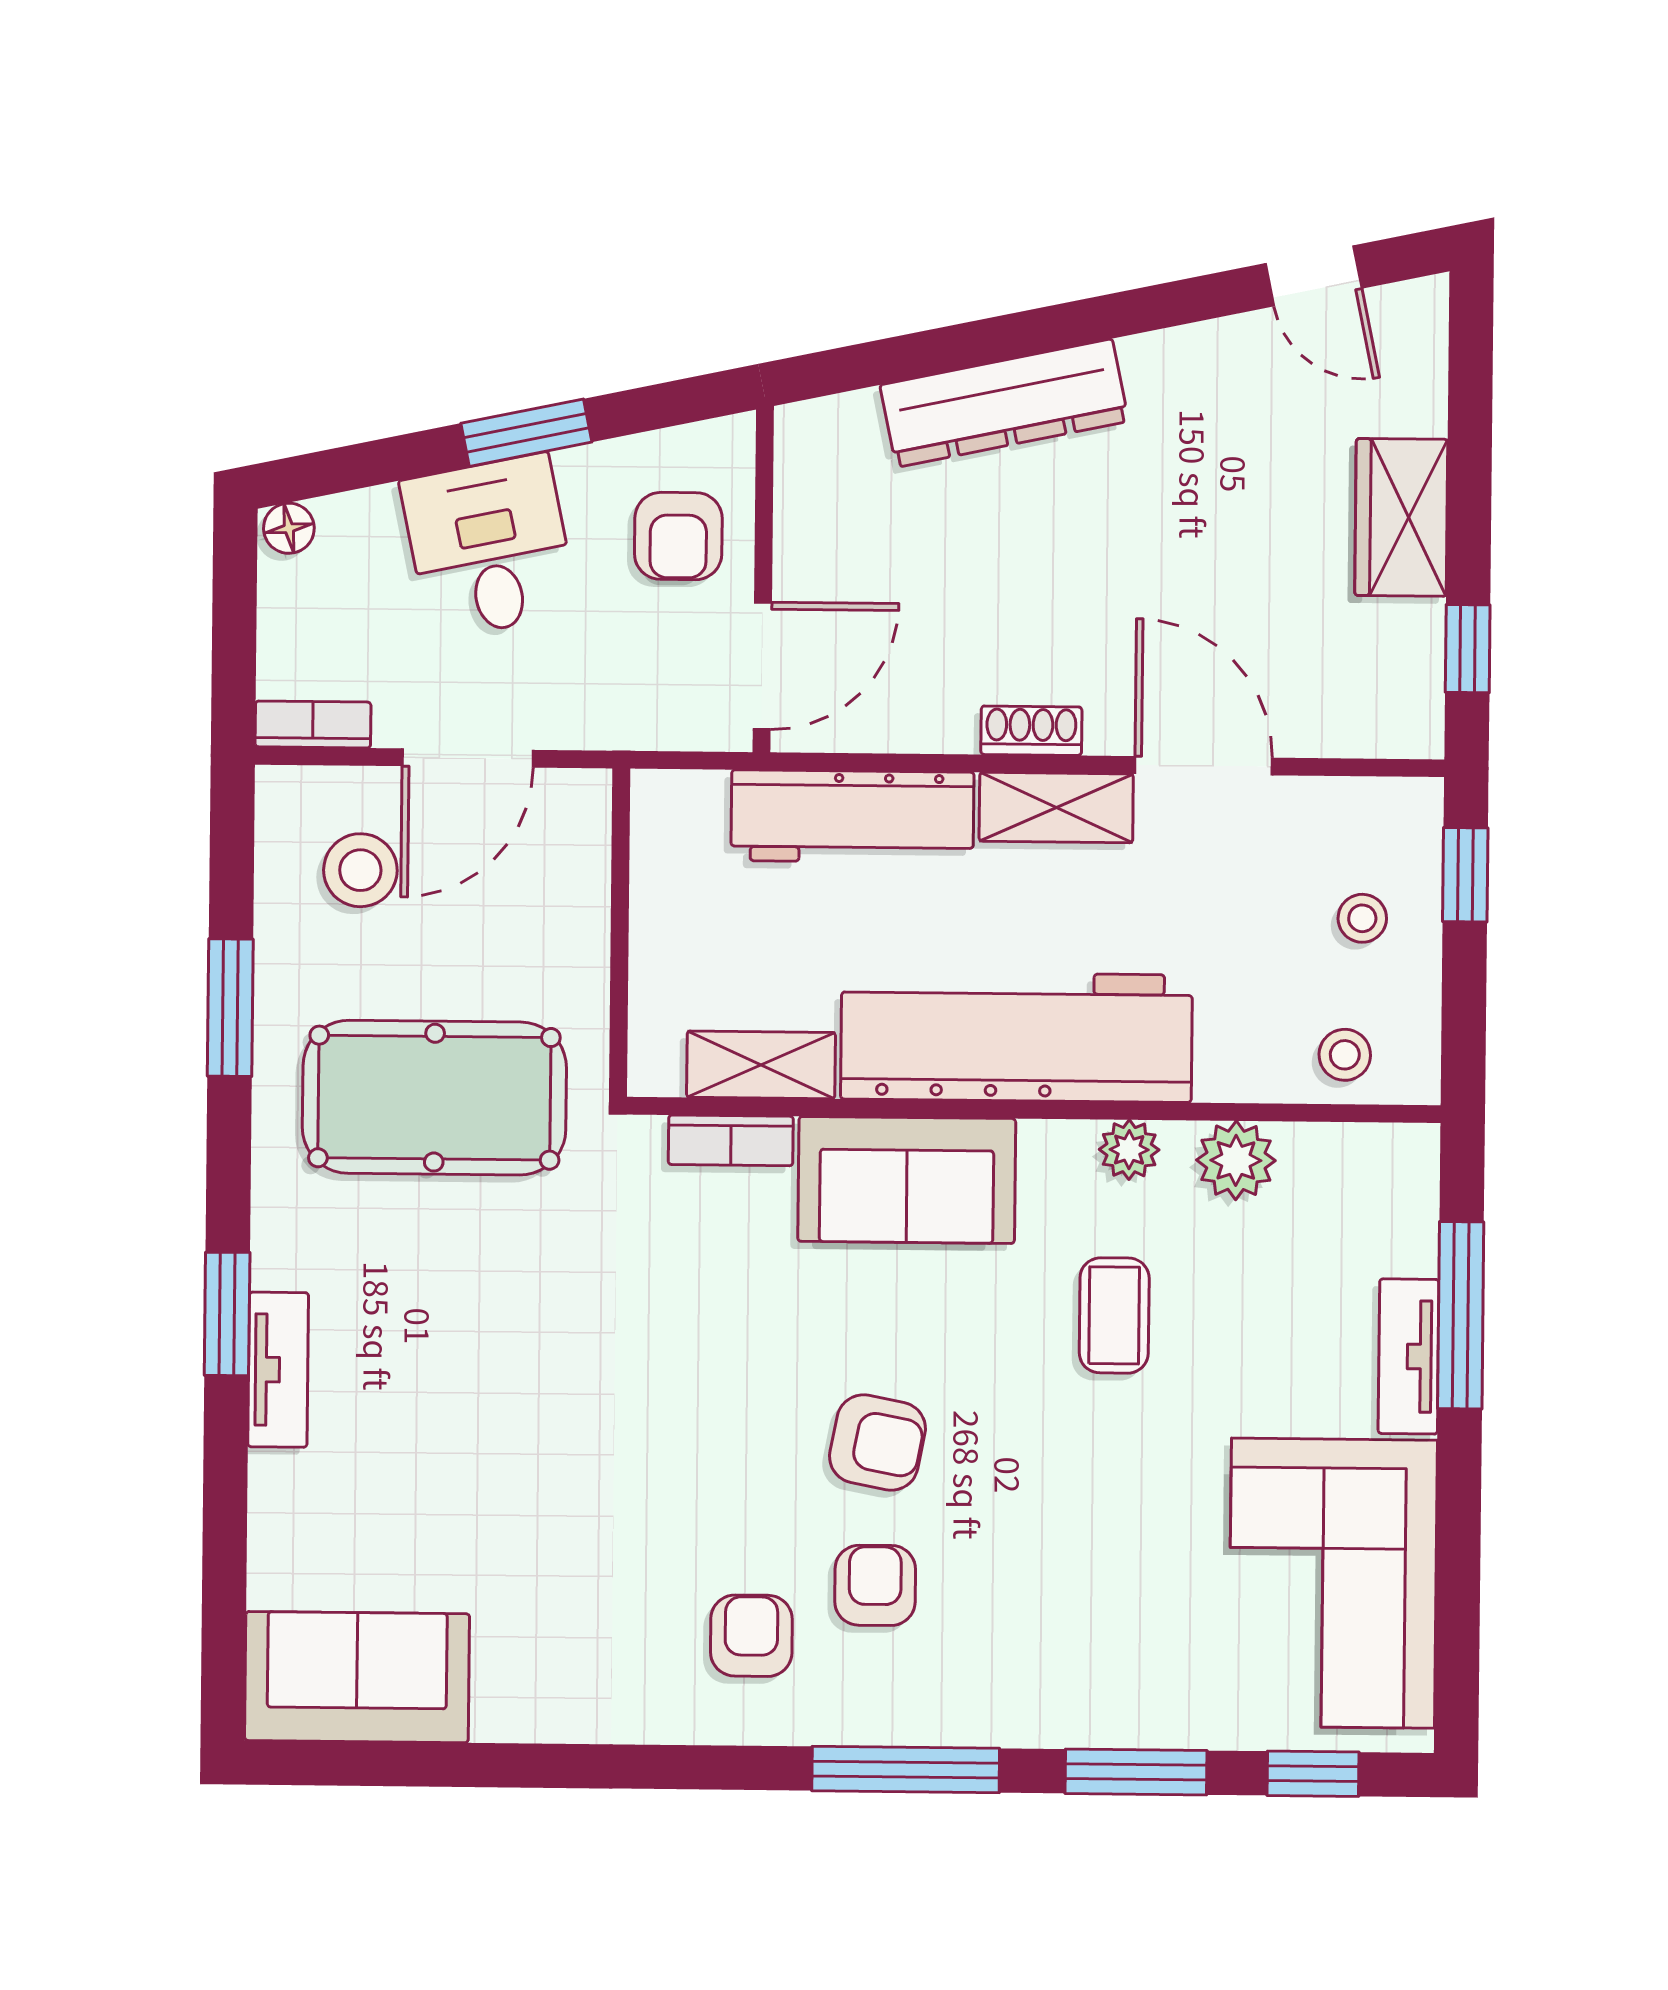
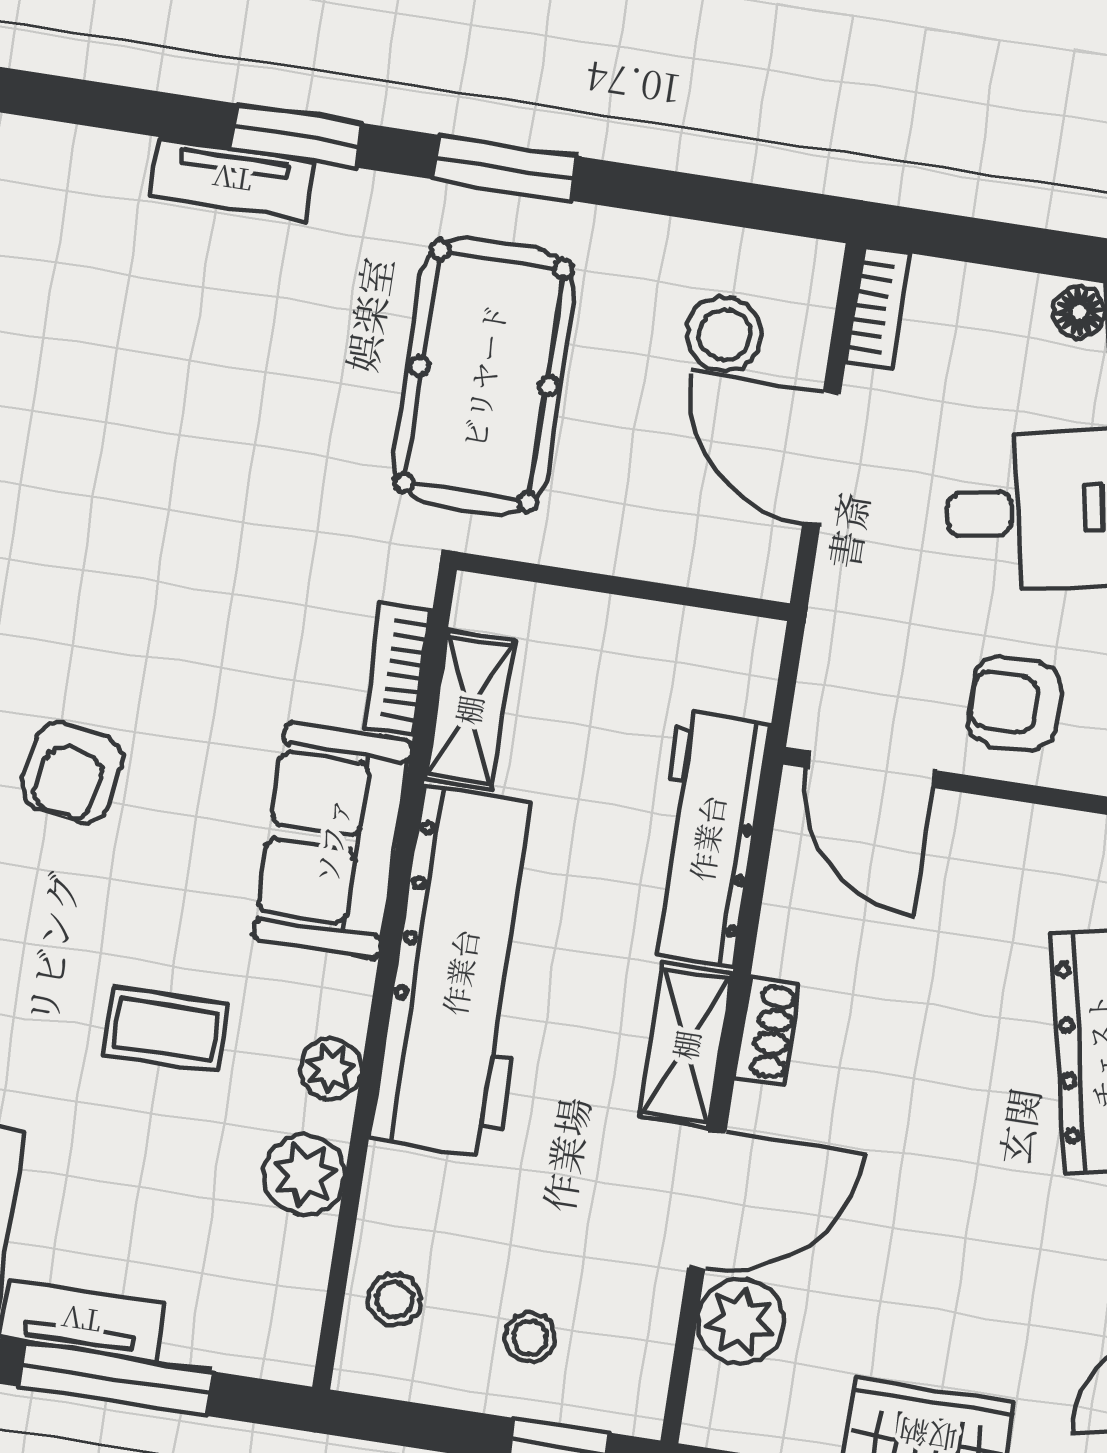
plant: (1318, 716) -> (740, 1322), added
window: (230, 1008) -> (504, 168), moved

